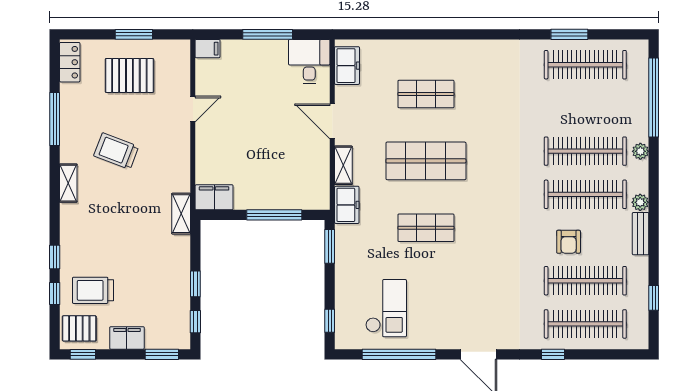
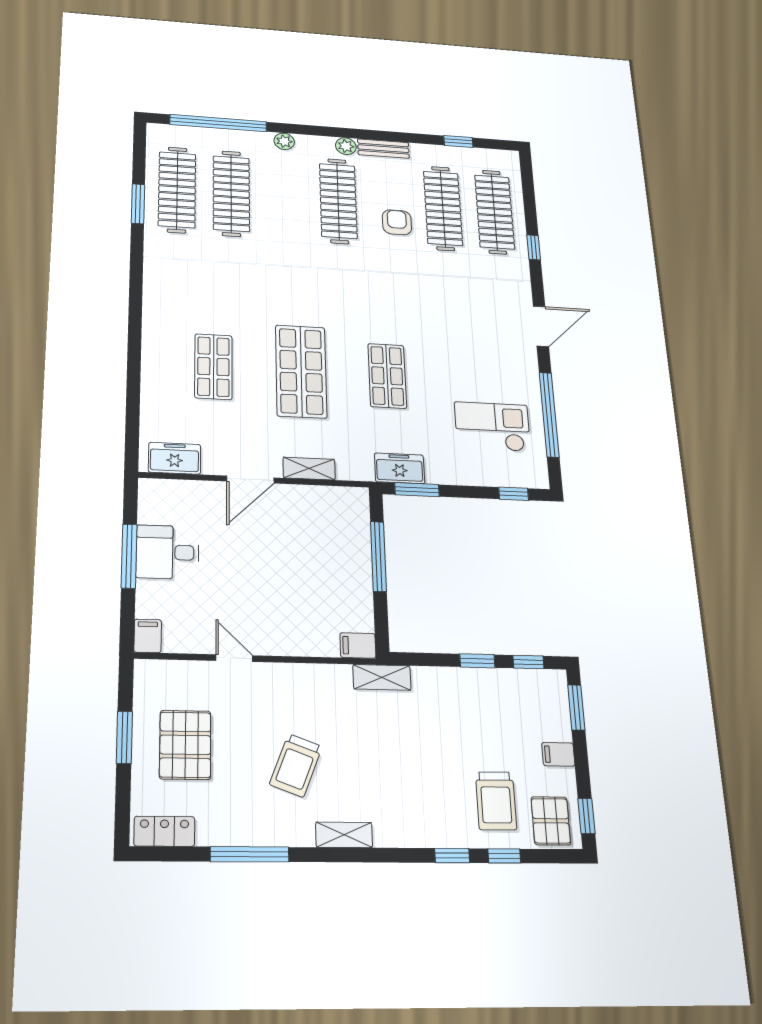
desk: (309, 62) -> (168, 552), moved
clothes rail: (585, 151) -> (231, 193), moved
filing cabinet: (214, 197) -> (358, 645), width x0.50
freezer: (347, 205) -> (400, 468), moved
armchair: (569, 242) -> (397, 222), turned -90
filing cabinet: (127, 338) -> (558, 754), width x0.50

